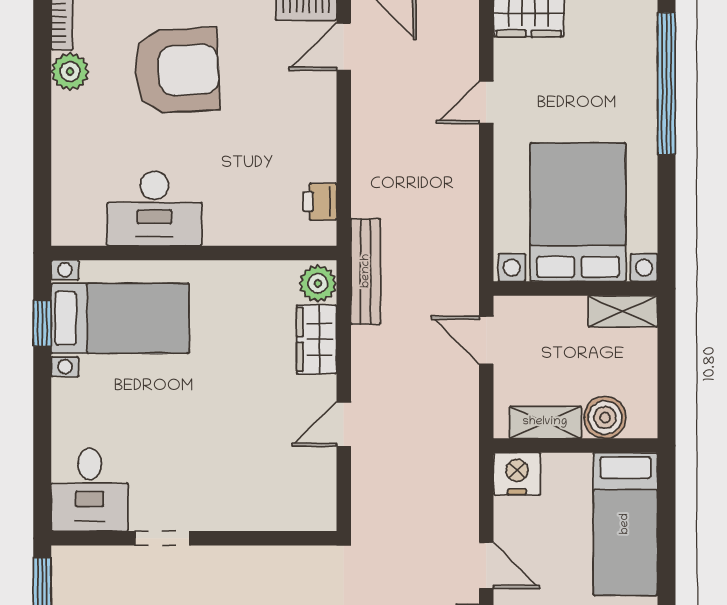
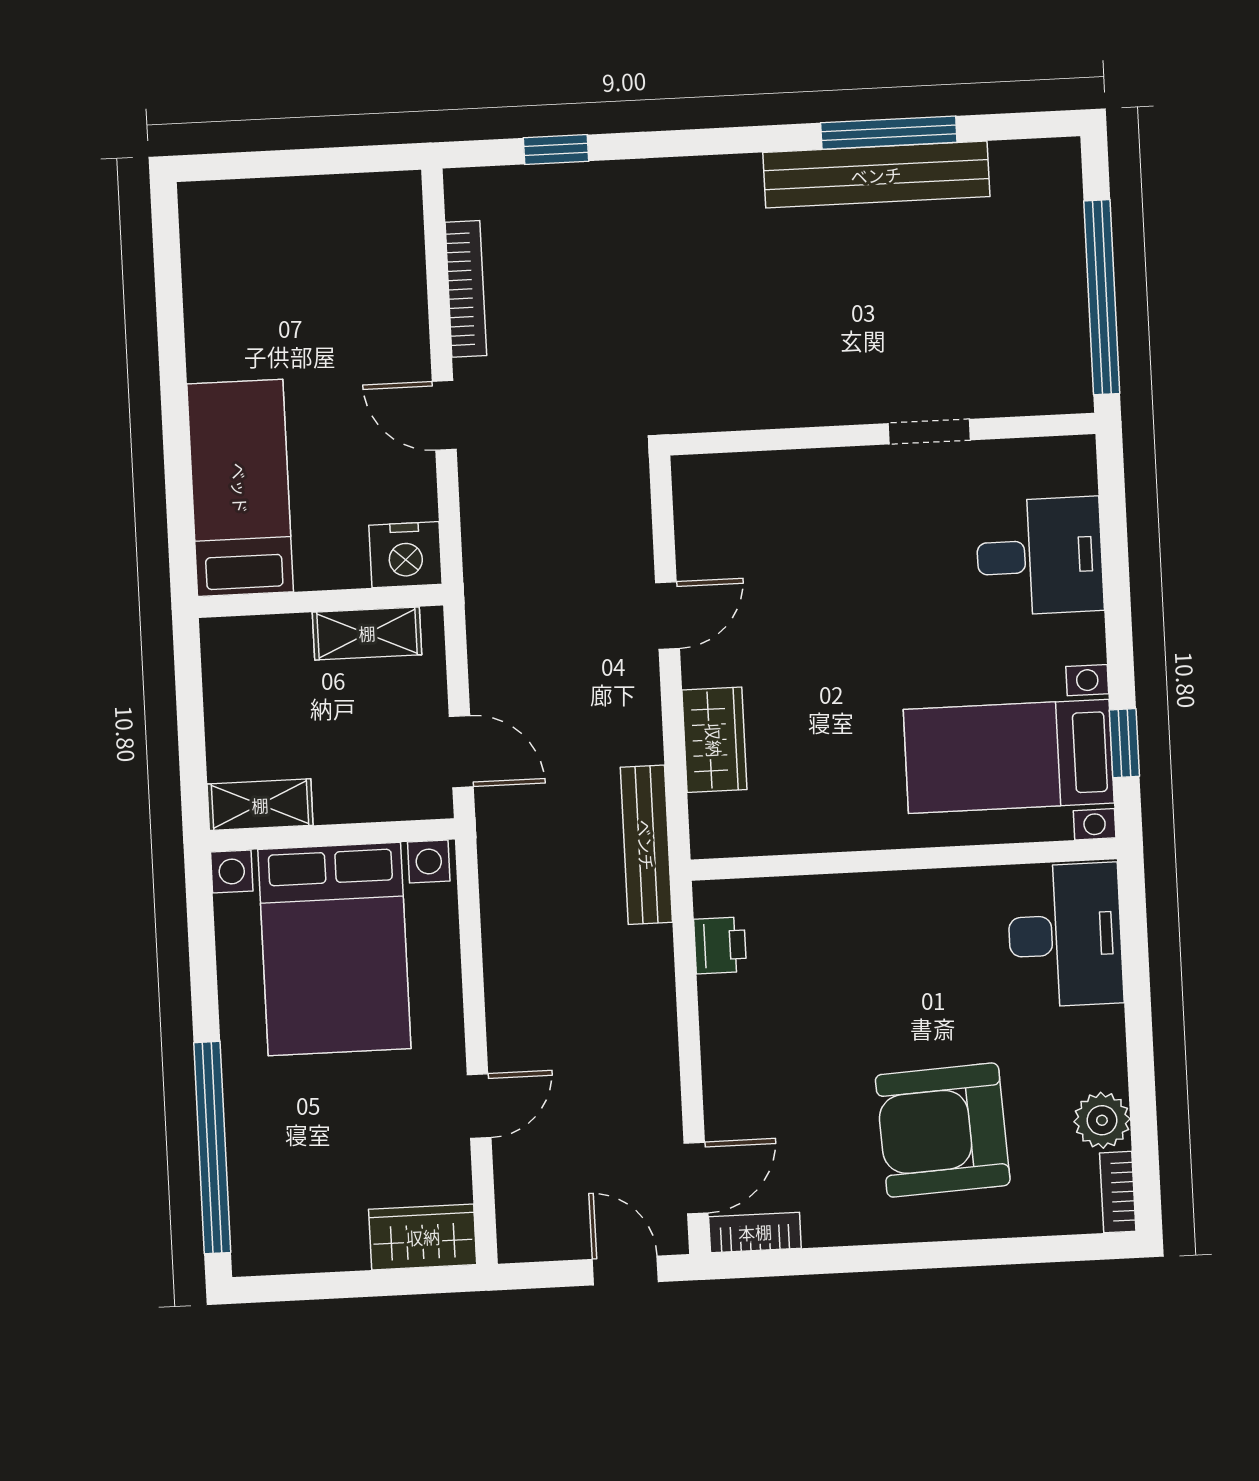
desk: (154, 209) -> (1065, 935), moved, turned 90
plant: (318, 283) -> (717, 823), removed
boiler: (605, 417) -> (279, 645), removed
desk: (90, 490) -> (1040, 556), moved, turned 90

